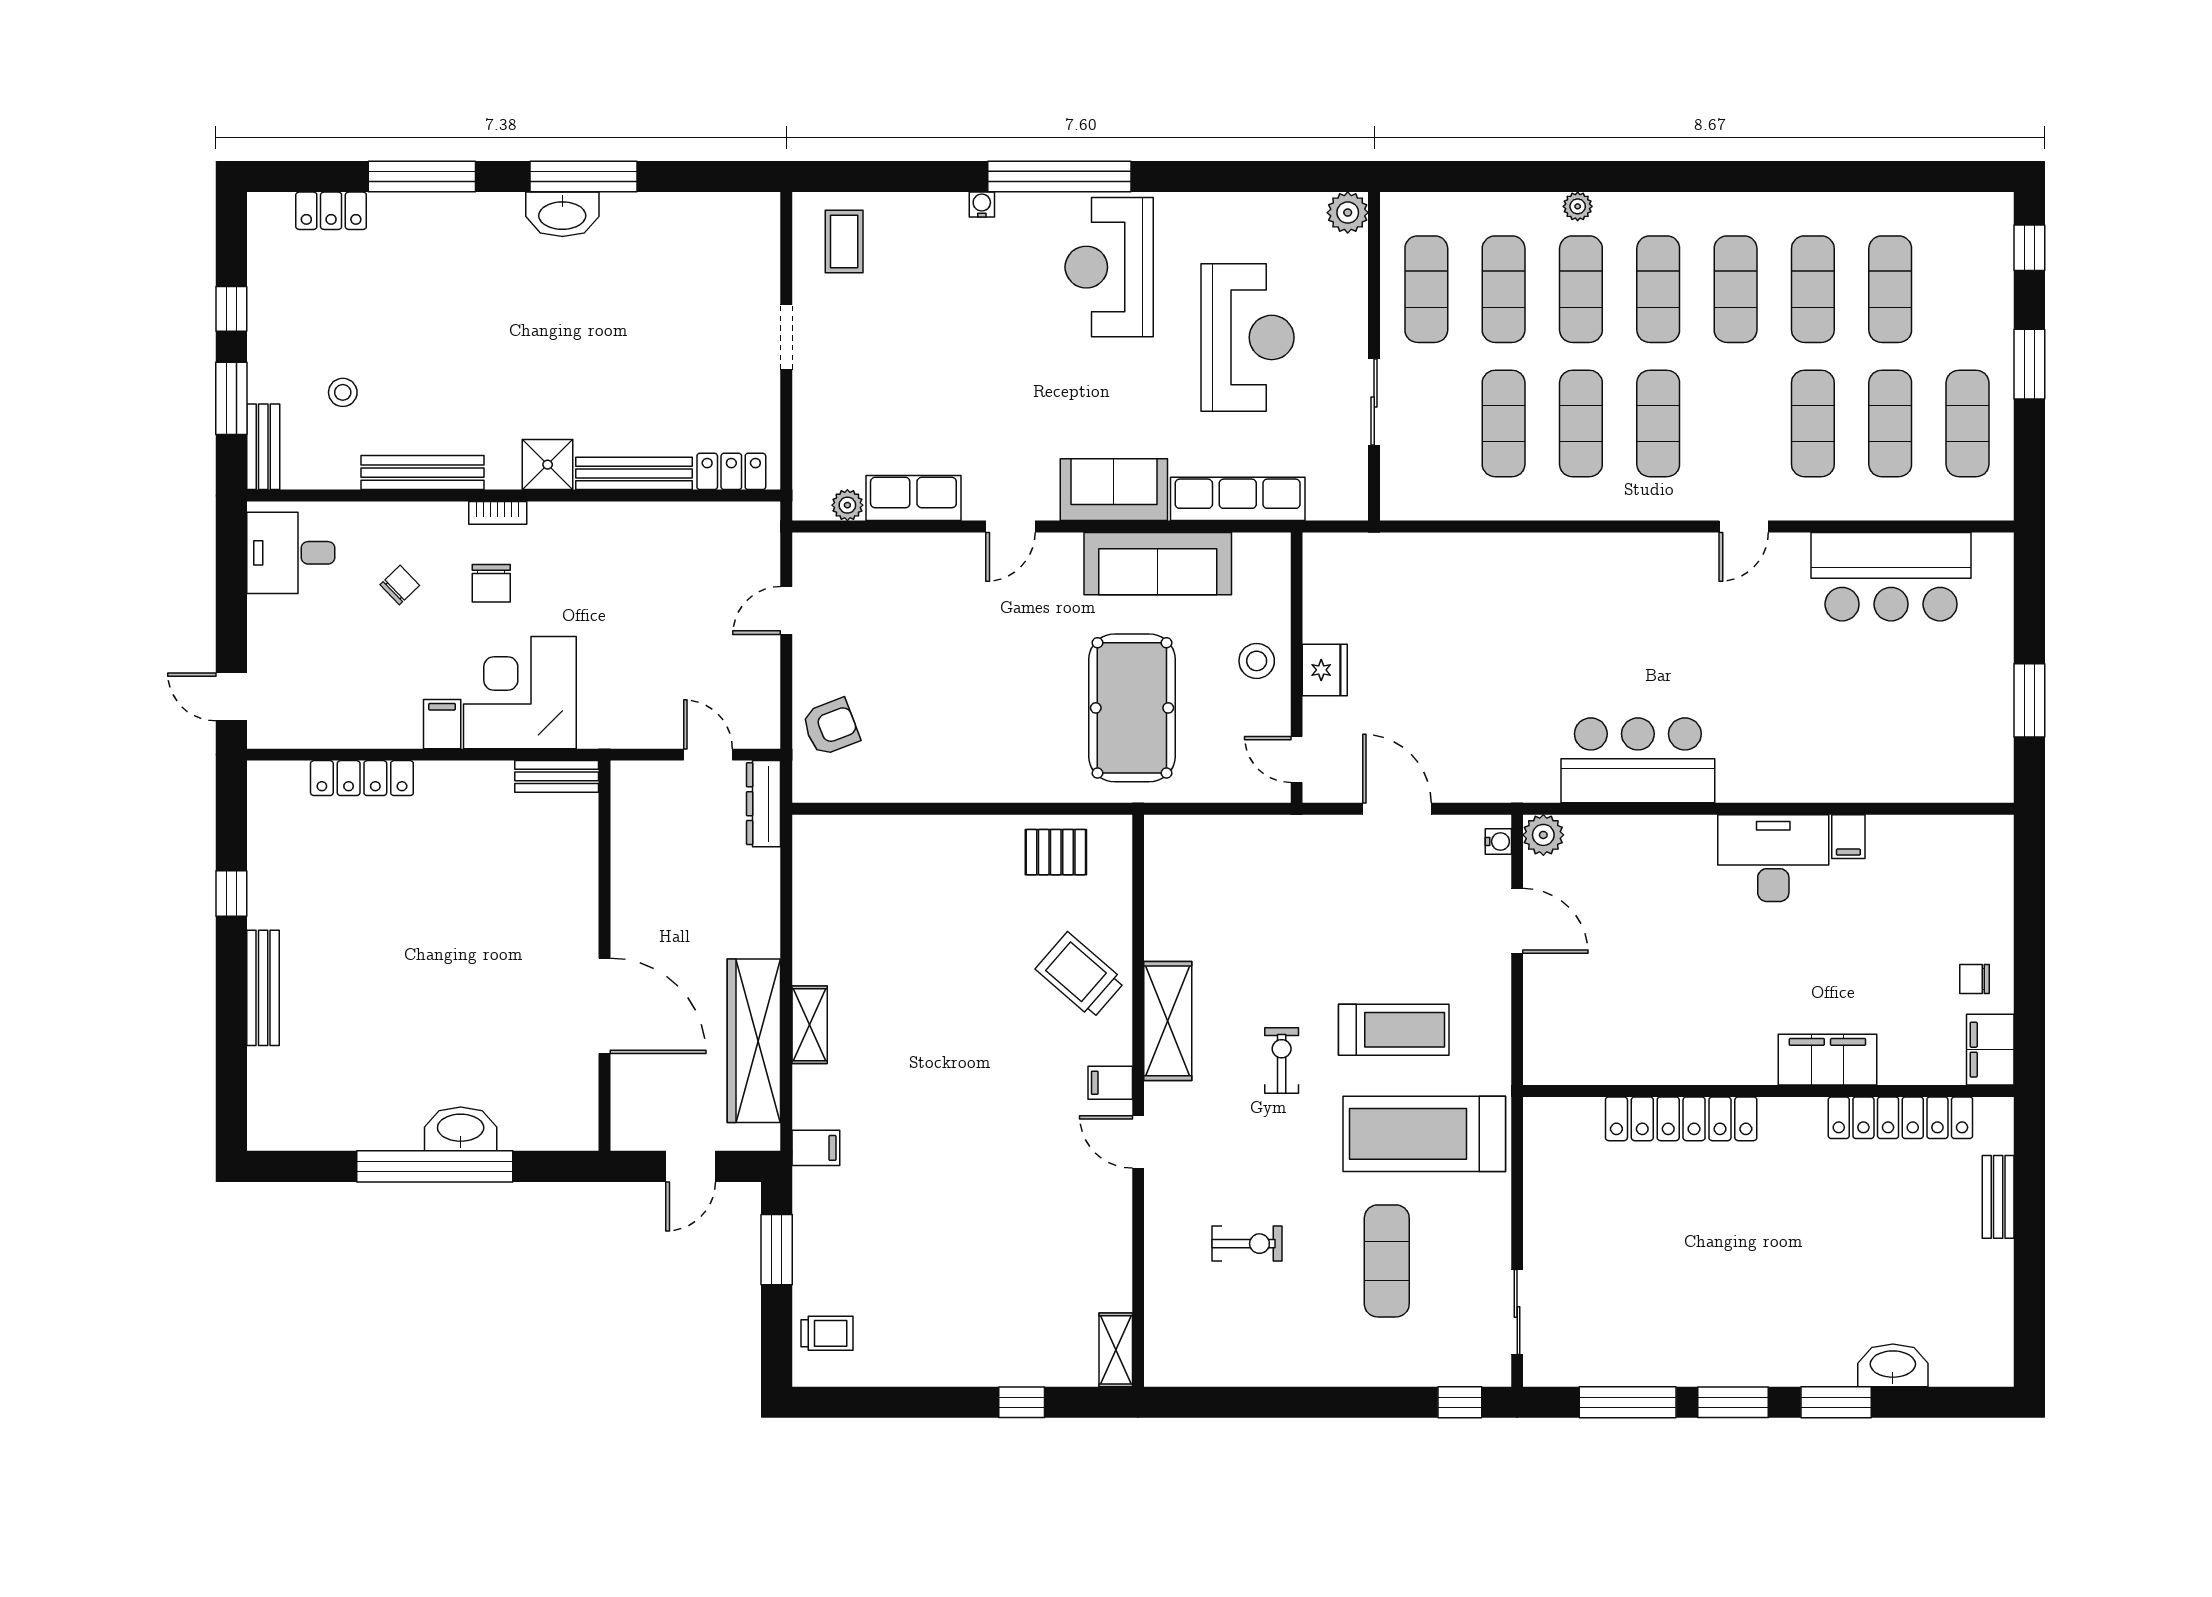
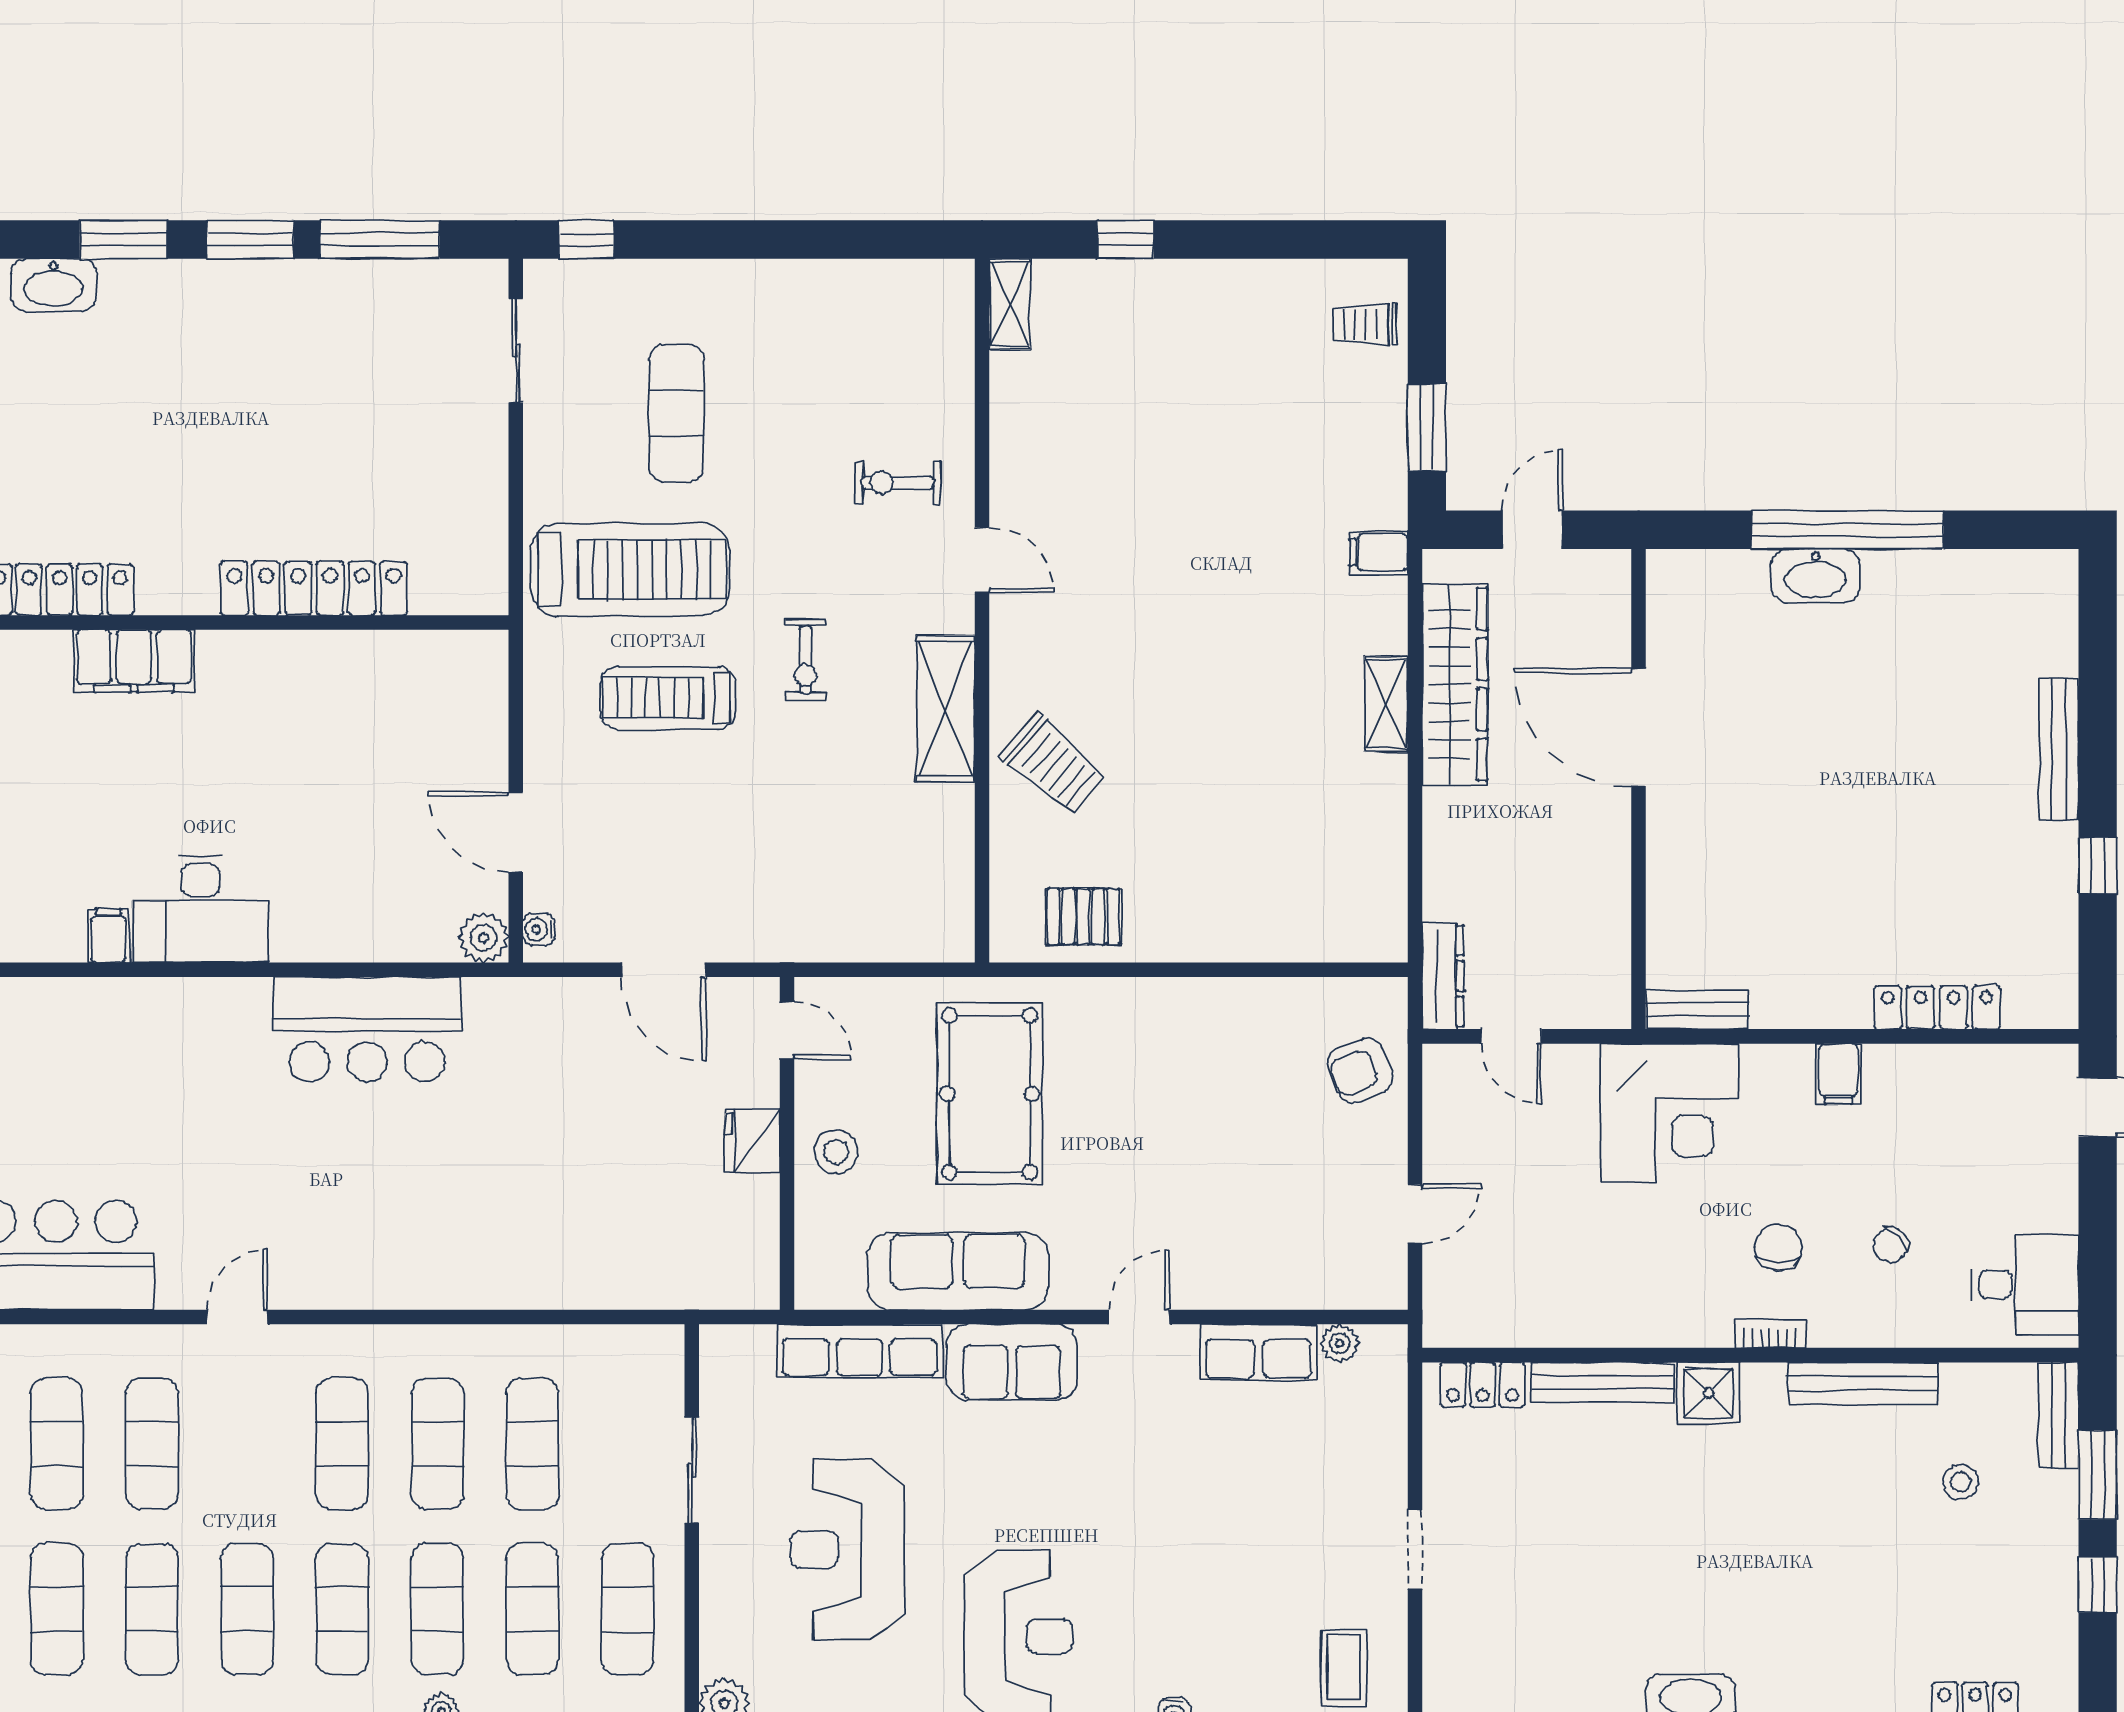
corner desk: (520, 693) -> (1669, 1113), moved
filing cabinet: (1110, 1083) -> (1016, 633), removed
exercise bike: (1247, 1244) -> (898, 483), moved

